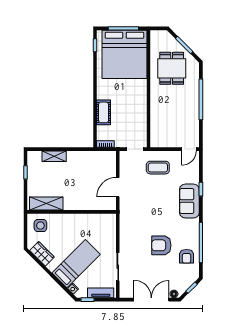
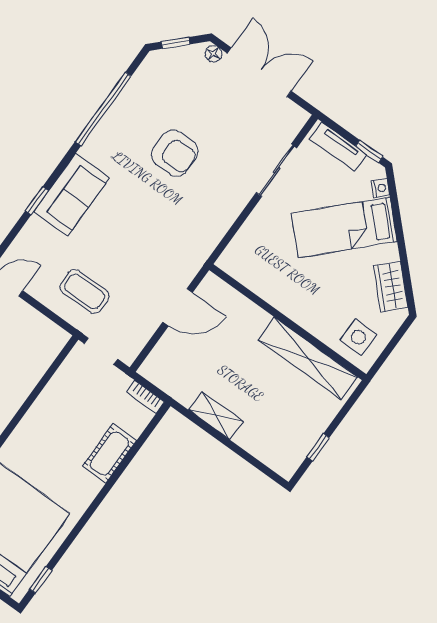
shelving: (54, 156) -> (216, 416), moved
shelving: (46, 204) -> (308, 358), width x1.47
armchair: (187, 256) -> (145, 103), removed
double door: (151, 300) -> (259, 72), swing flipped

